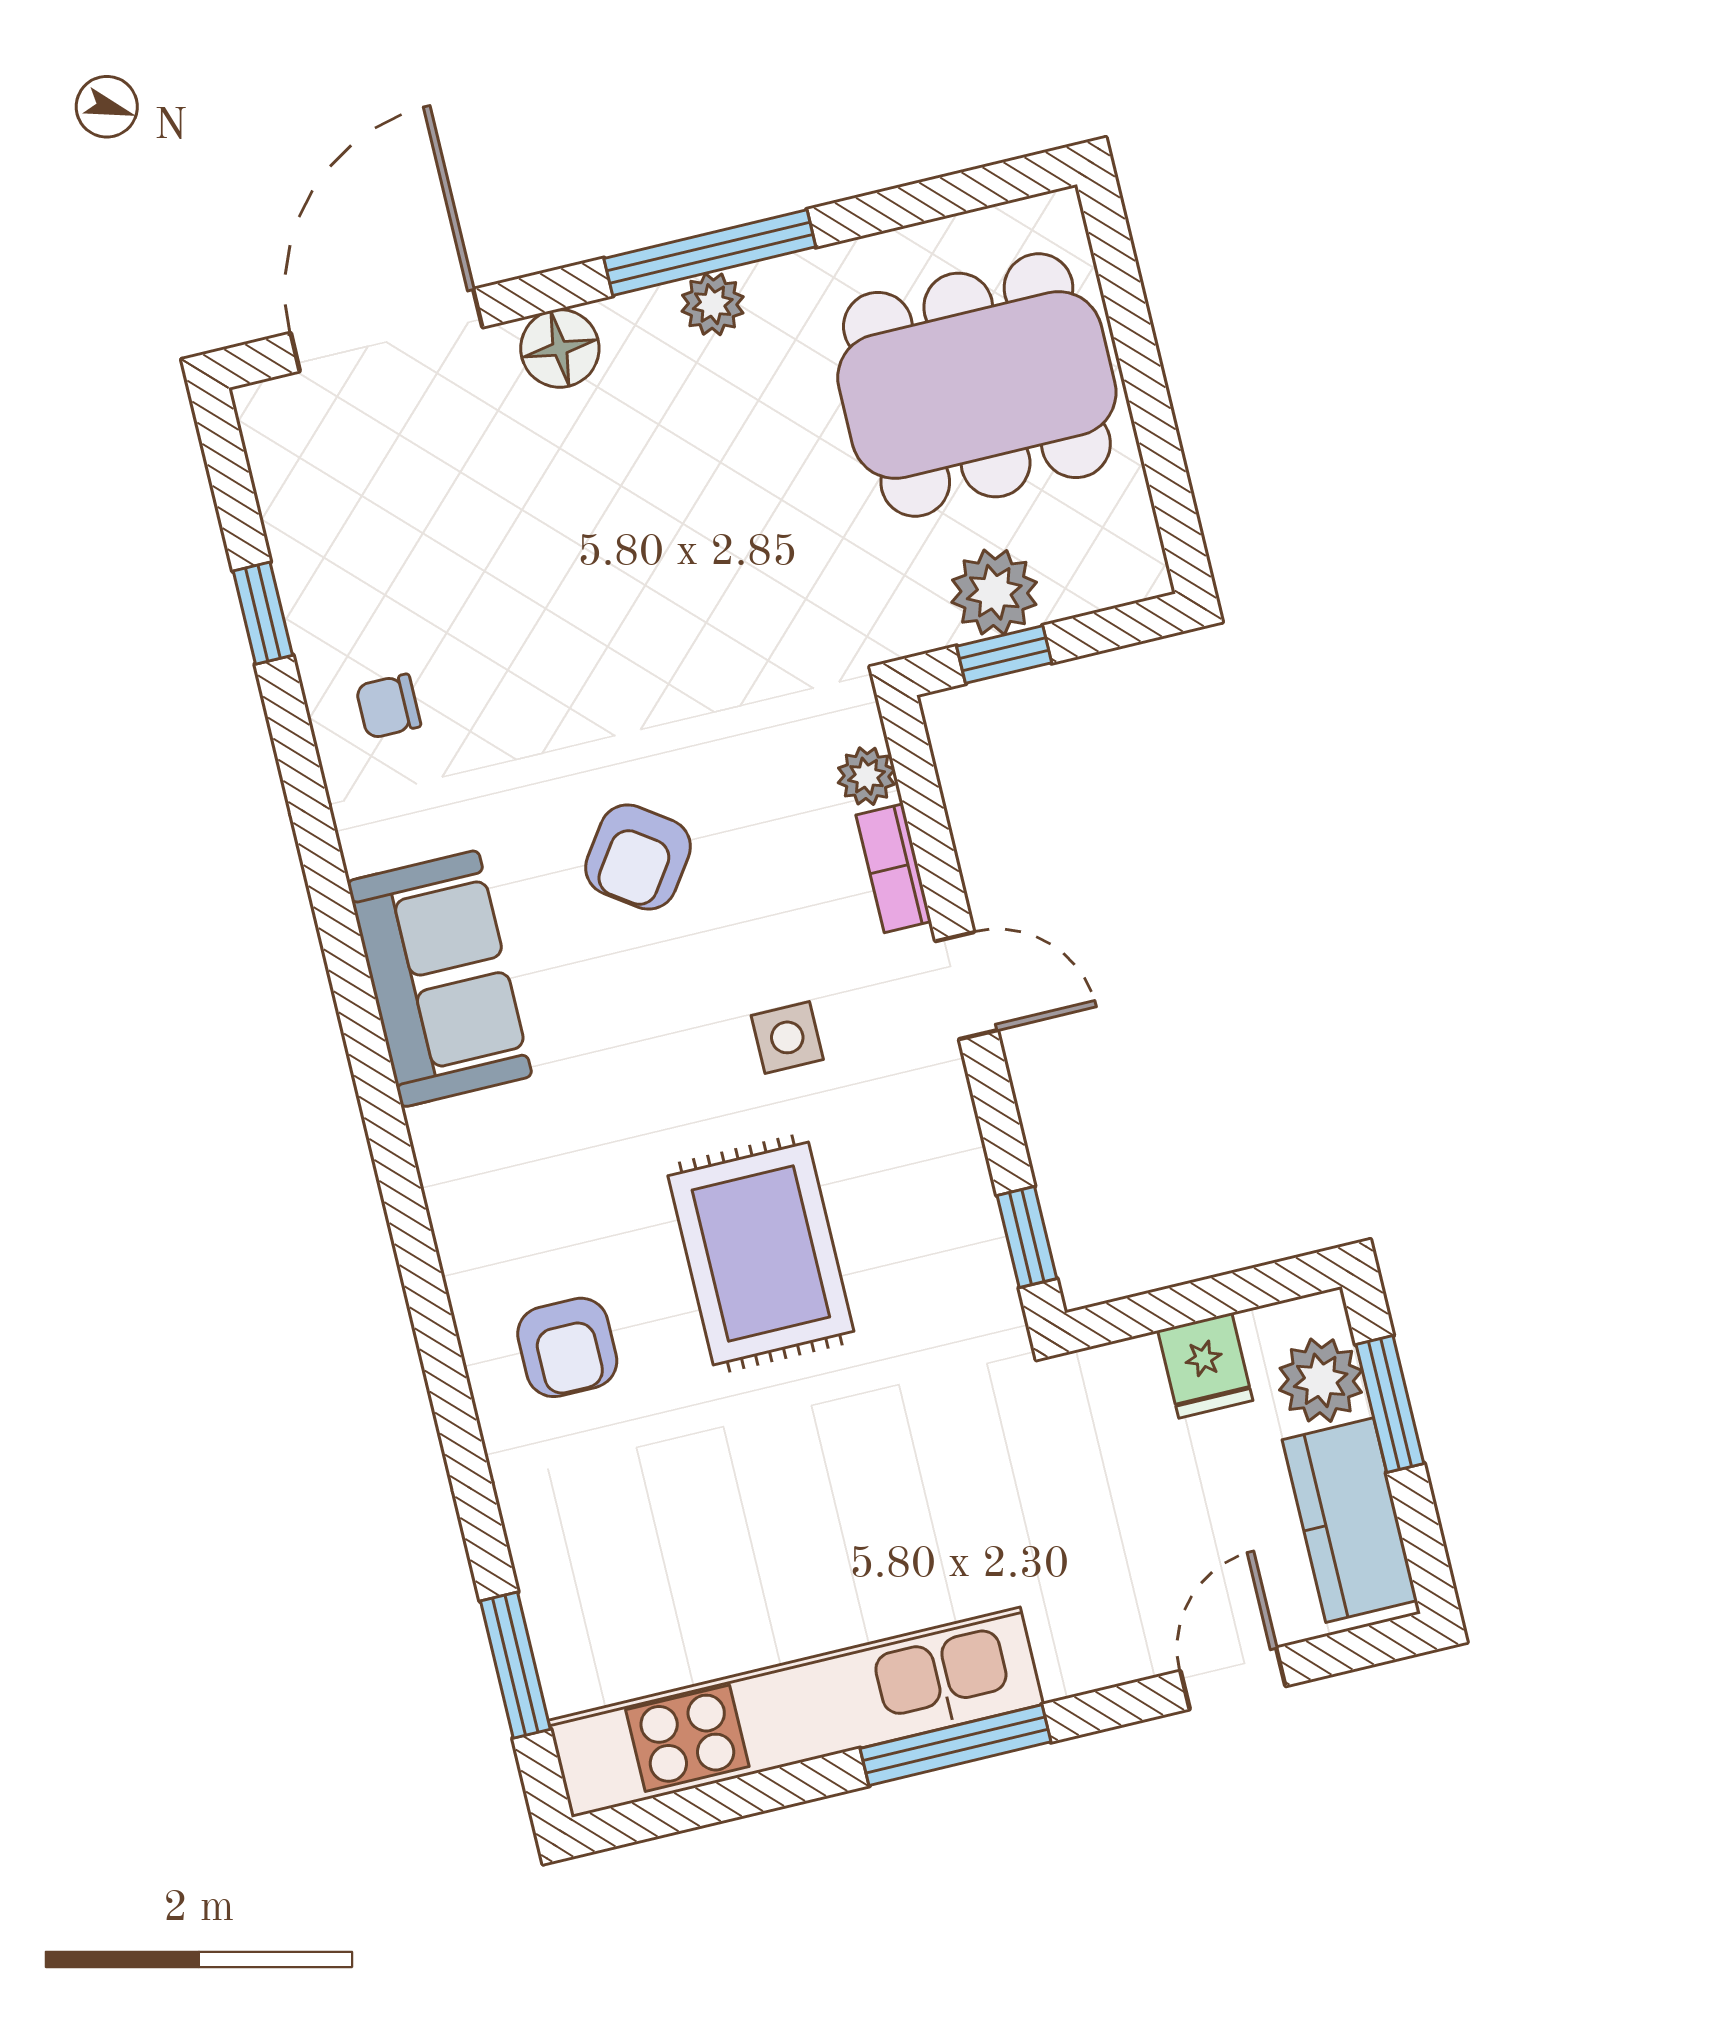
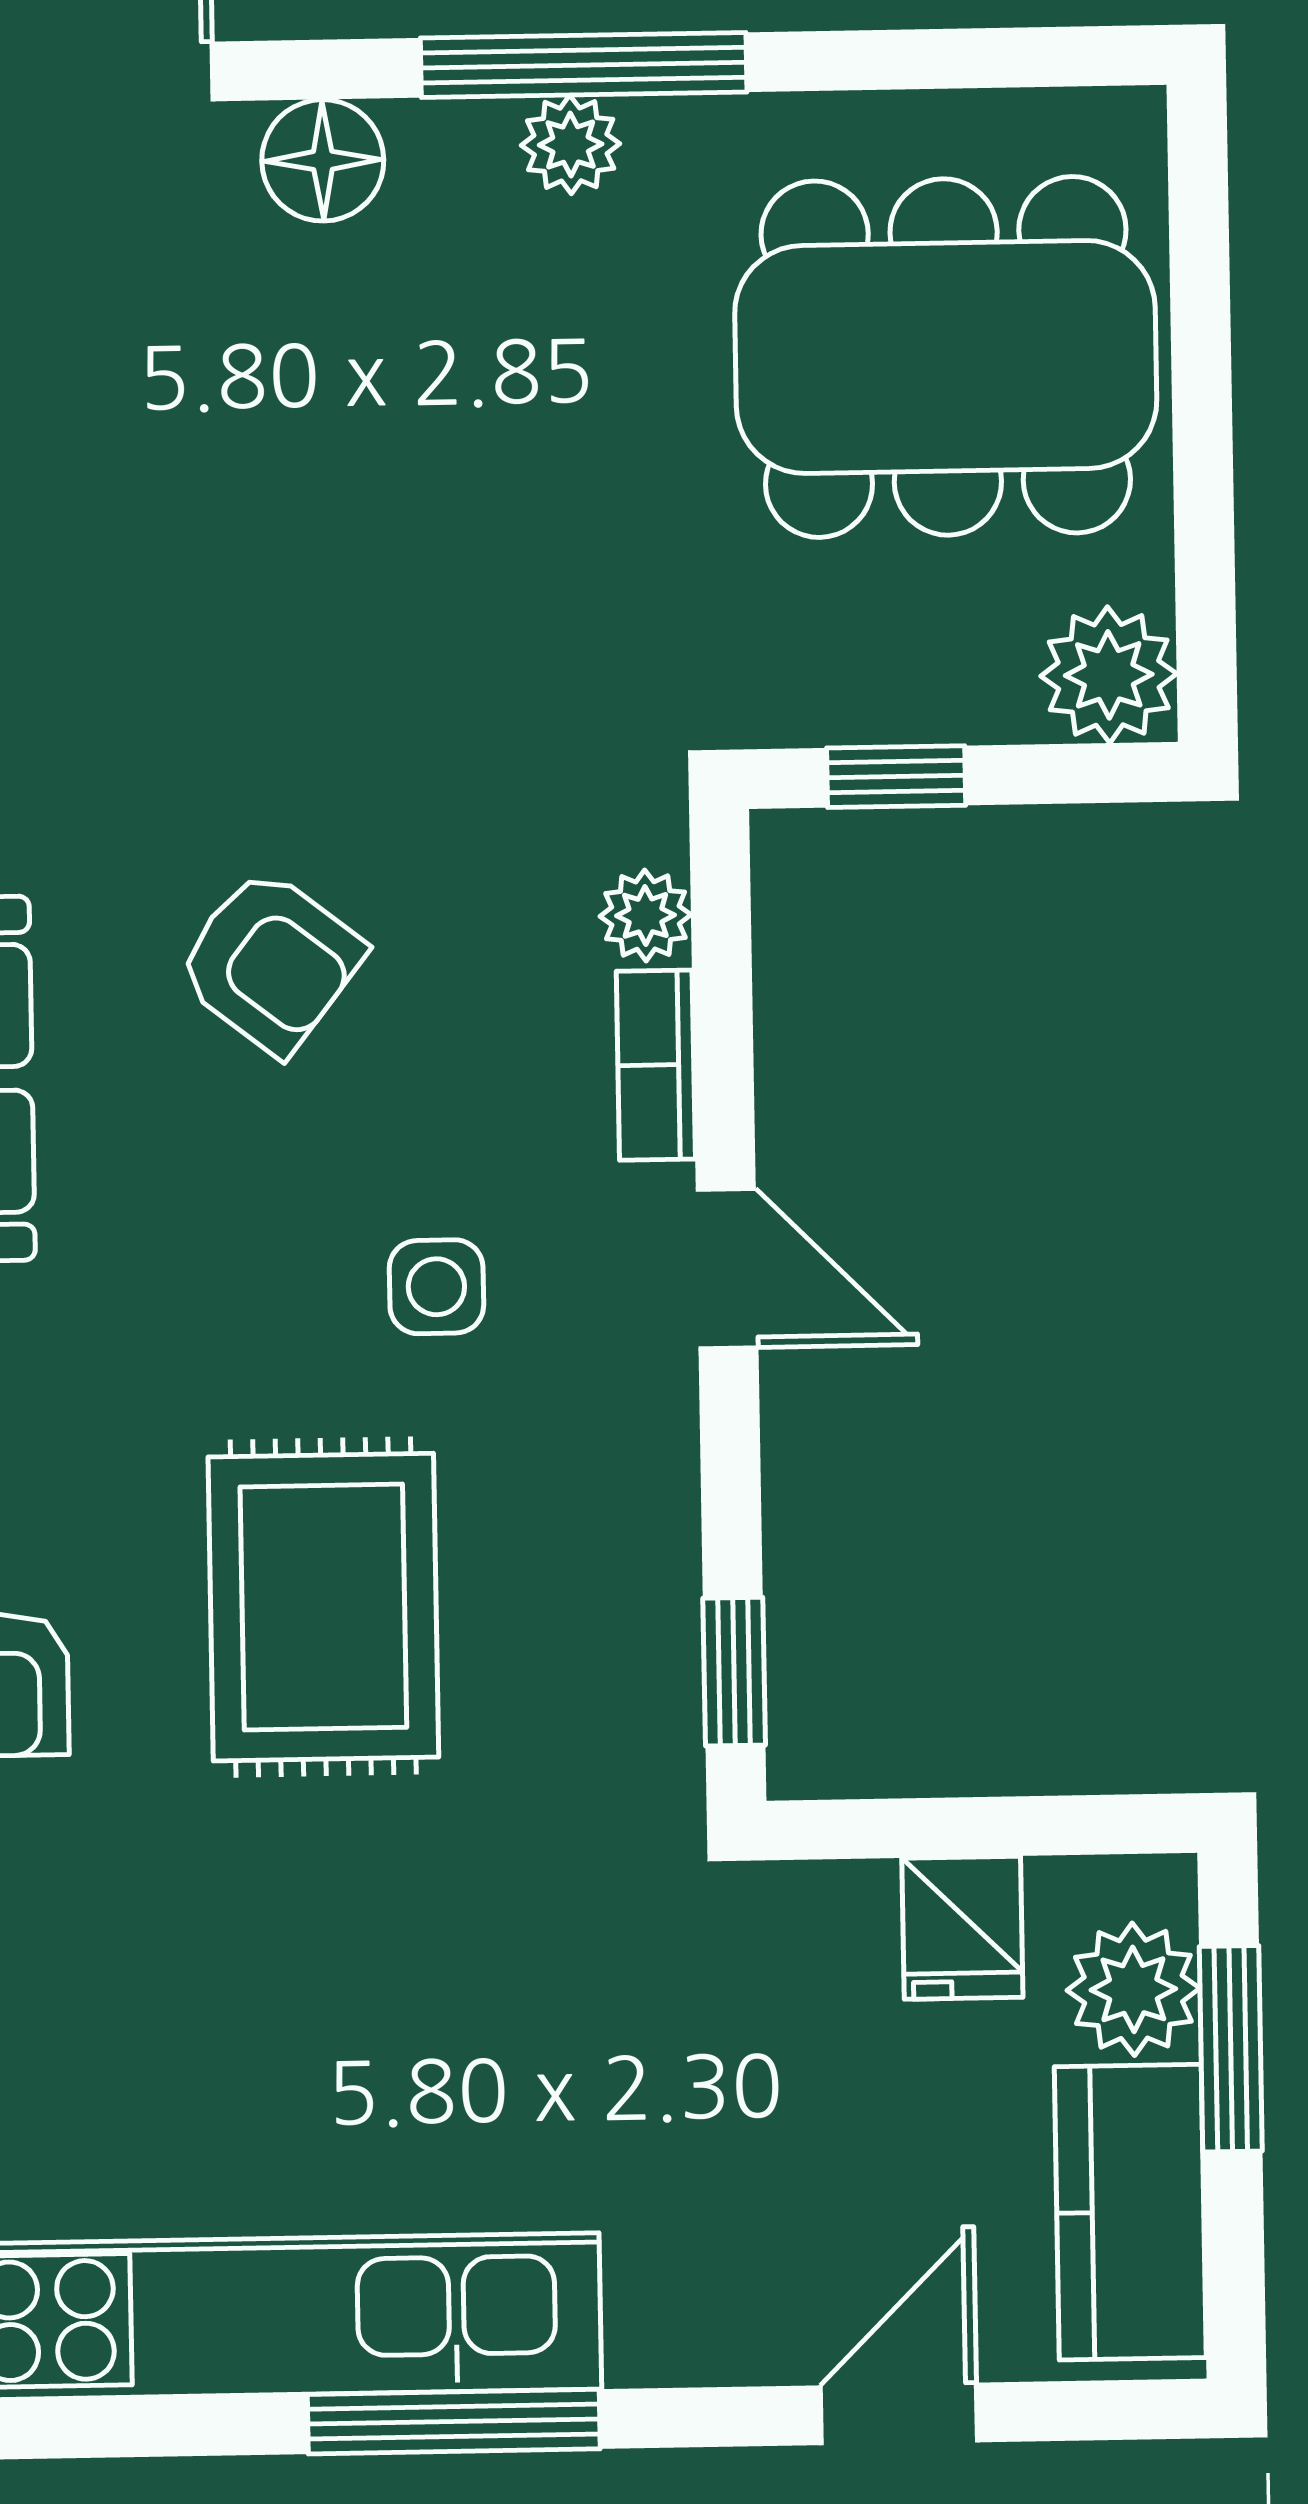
plant: (994, 592) -> (1109, 675), moved
armchair: (638, 857) -> (270, 962), turned -87

